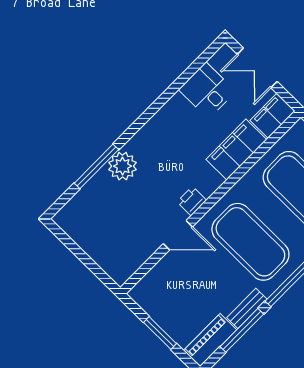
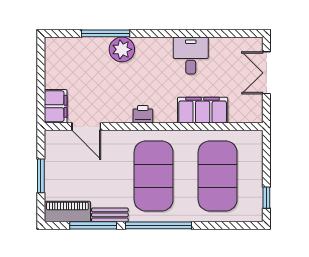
desk: (207, 91) -> (191, 56), moved
filing cabinet: (273, 116) -> (56, 106), moved, turned 90
door: (178, 235) -> (86, 127), moved

